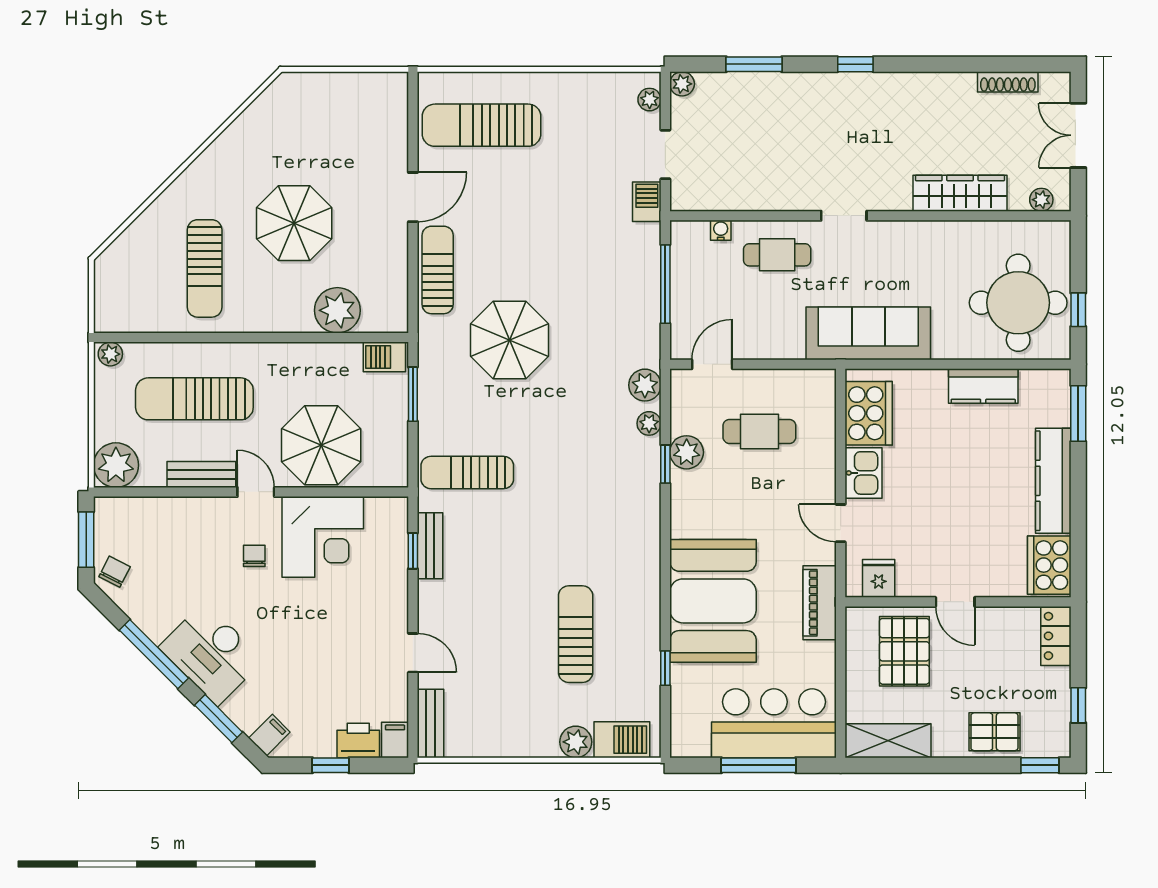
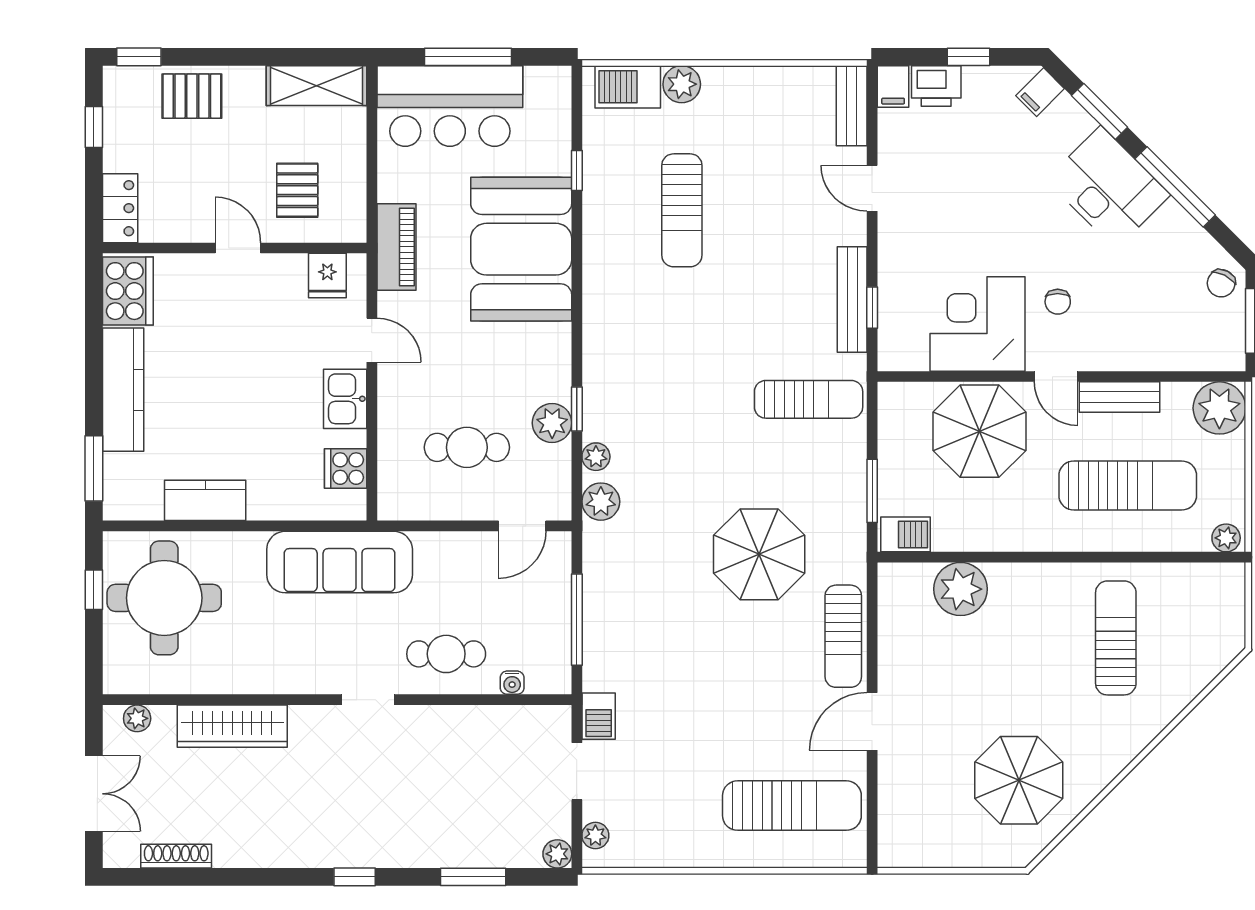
parasol: (294, 223) -> (1019, 780), moved
cooker: (869, 413) -> (346, 469), width x0.53, depth x0.76
bench: (430, 546) -> (852, 300), width x1.36
pallet: (904, 651) -> (297, 190), width x0.67, depth x0.71

